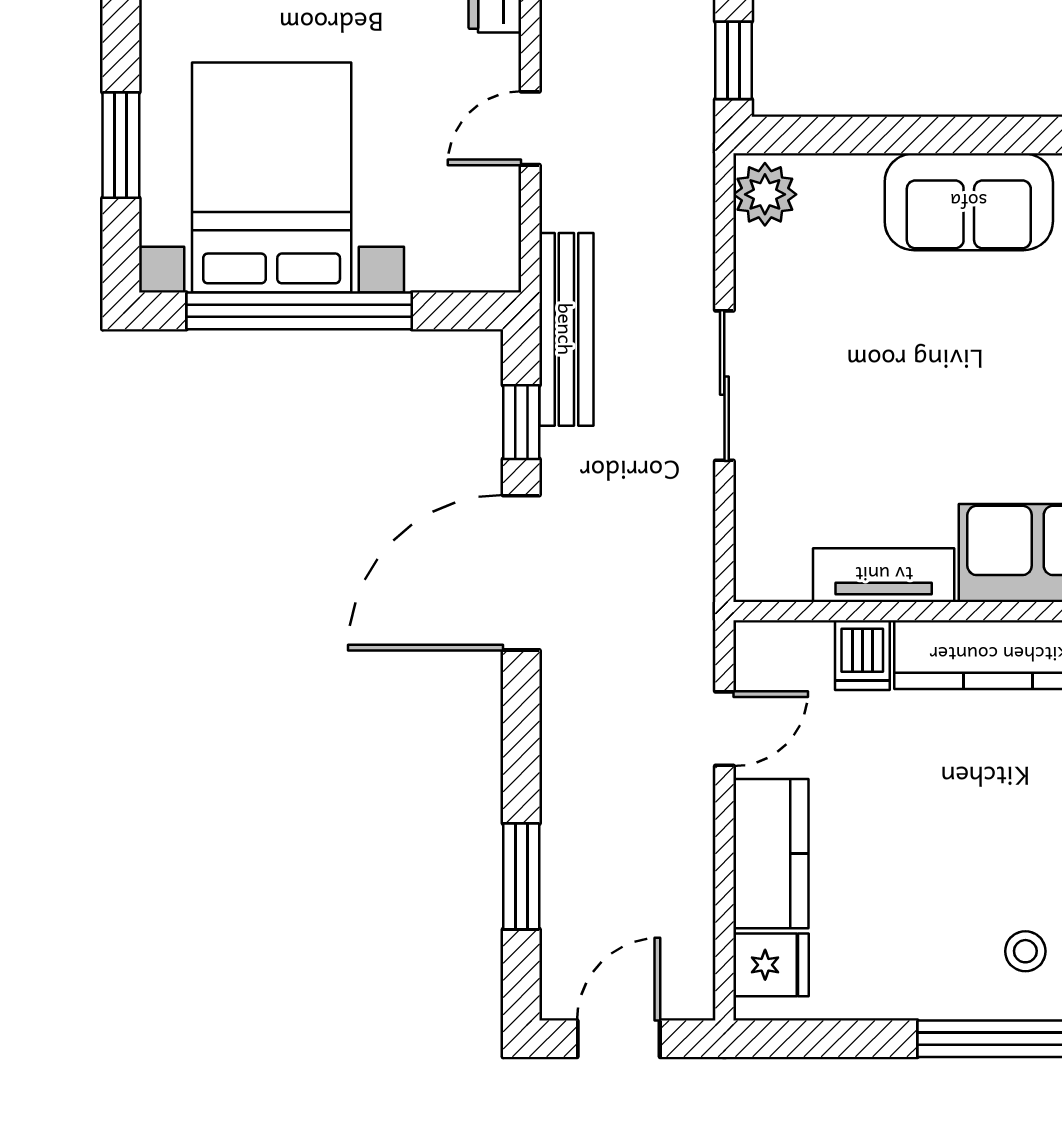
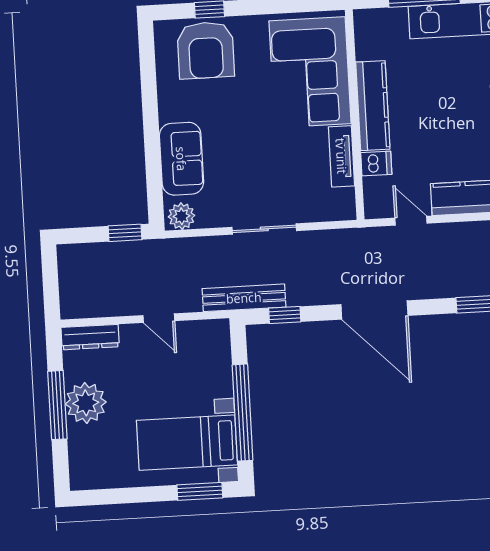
window: (121, 145) -> (200, 491), moved
bed with nightstands: (272, 177) -> (187, 443), width x0.73
sofa: (969, 202) -> (181, 159), moved
door: (521, 573) -> (374, 310), moved

